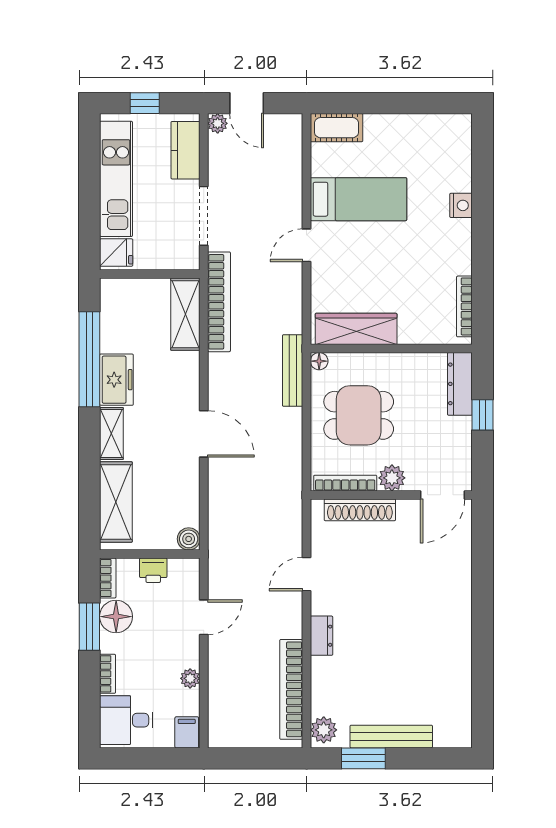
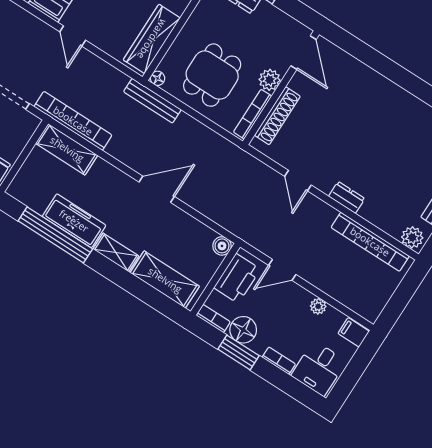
freezer: (116, 380) -> (74, 221), width x1.40
printer: (153, 570) -> (237, 278), width x1.87, depth x1.48
door: (204, 617) -> (282, 270), swing flipped

